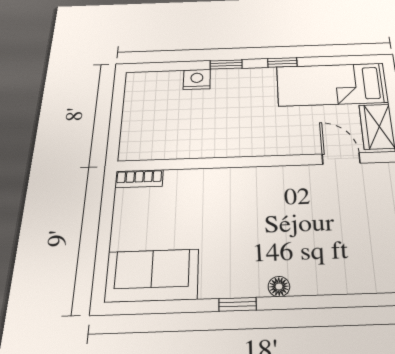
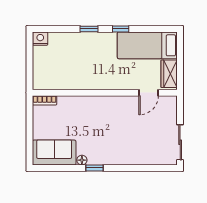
nightstand: (197, 79) -> (40, 39), moved
door: (341, 159) -> (149, 93), swing flipped
floor lamp: (279, 287) -> (82, 160), moved

